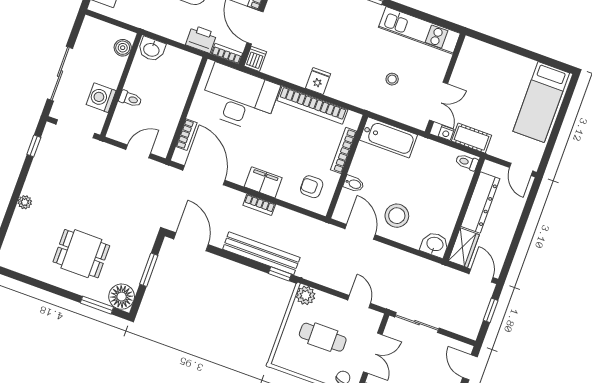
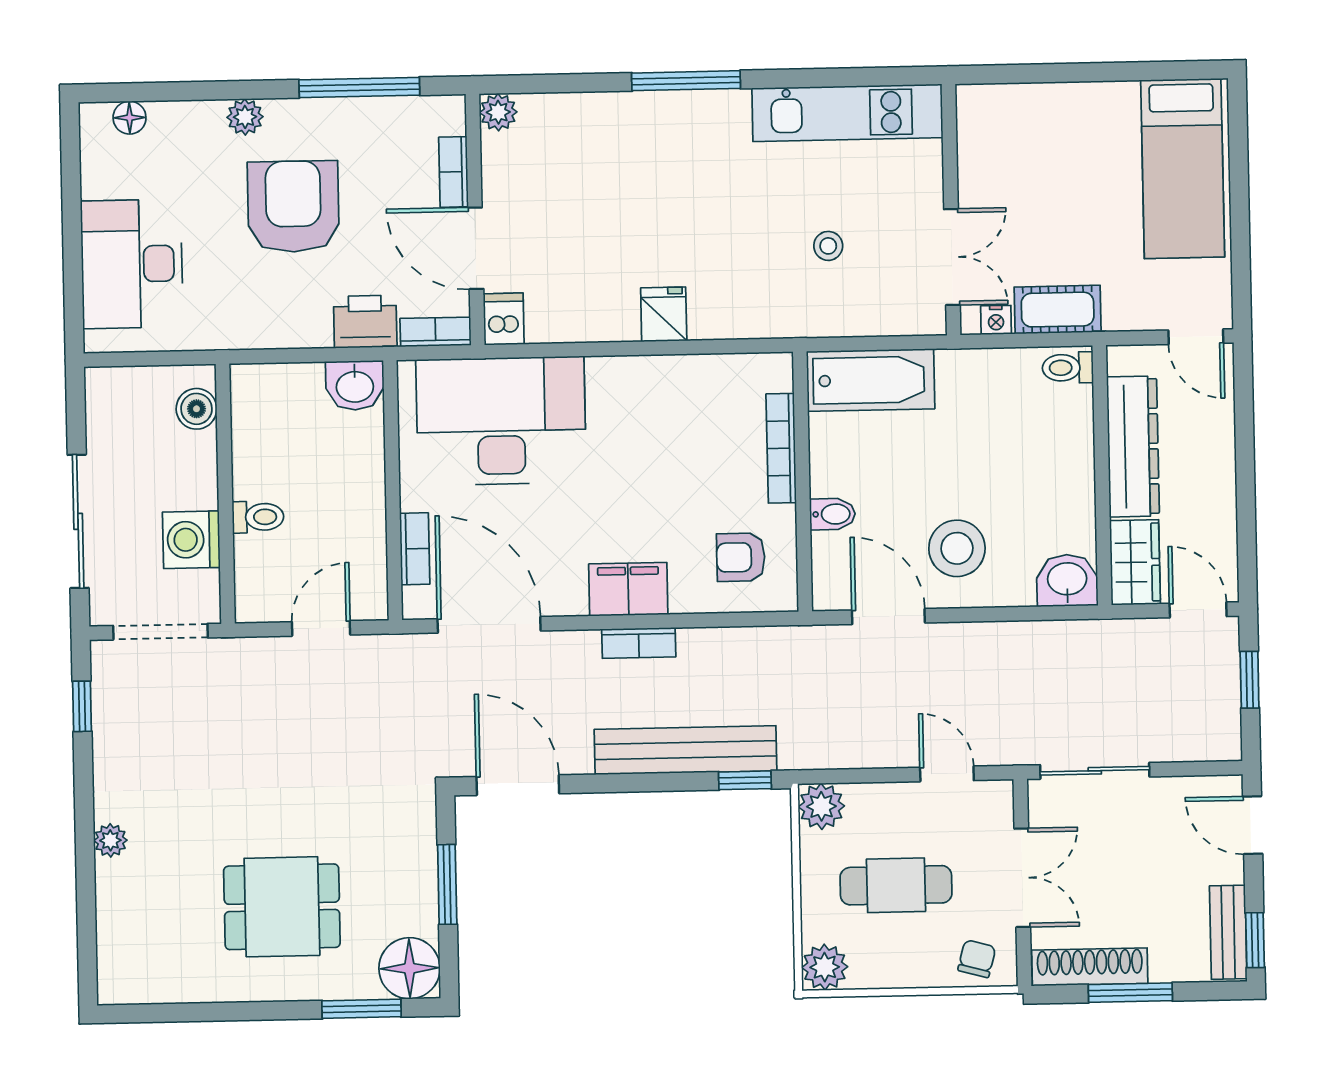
washbasin: (152, 49) -> (355, 385), moved
bookcase: (312, 105) -> (672, 373), removed
plant: (283, 358) -> (825, 967), added

